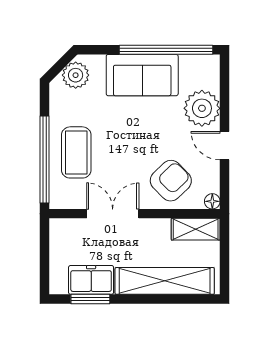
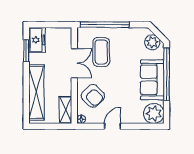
window: (166, 50) -> (167, 74), moved
plant: (202, 108) -> (154, 113), moved
coffee table: (76, 152) -> (101, 52), moved, turned 90
freezer: (91, 280) -> (37, 40), moved

